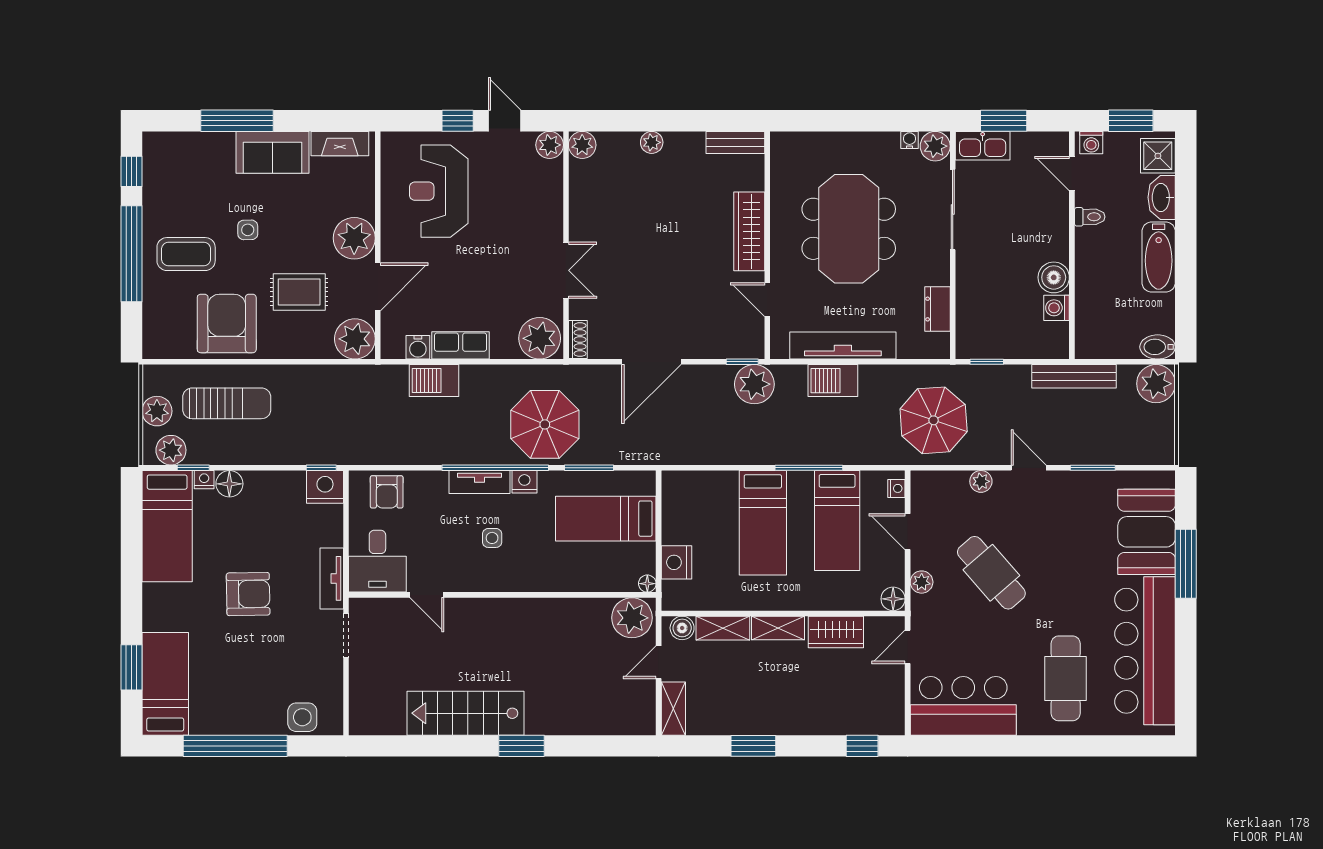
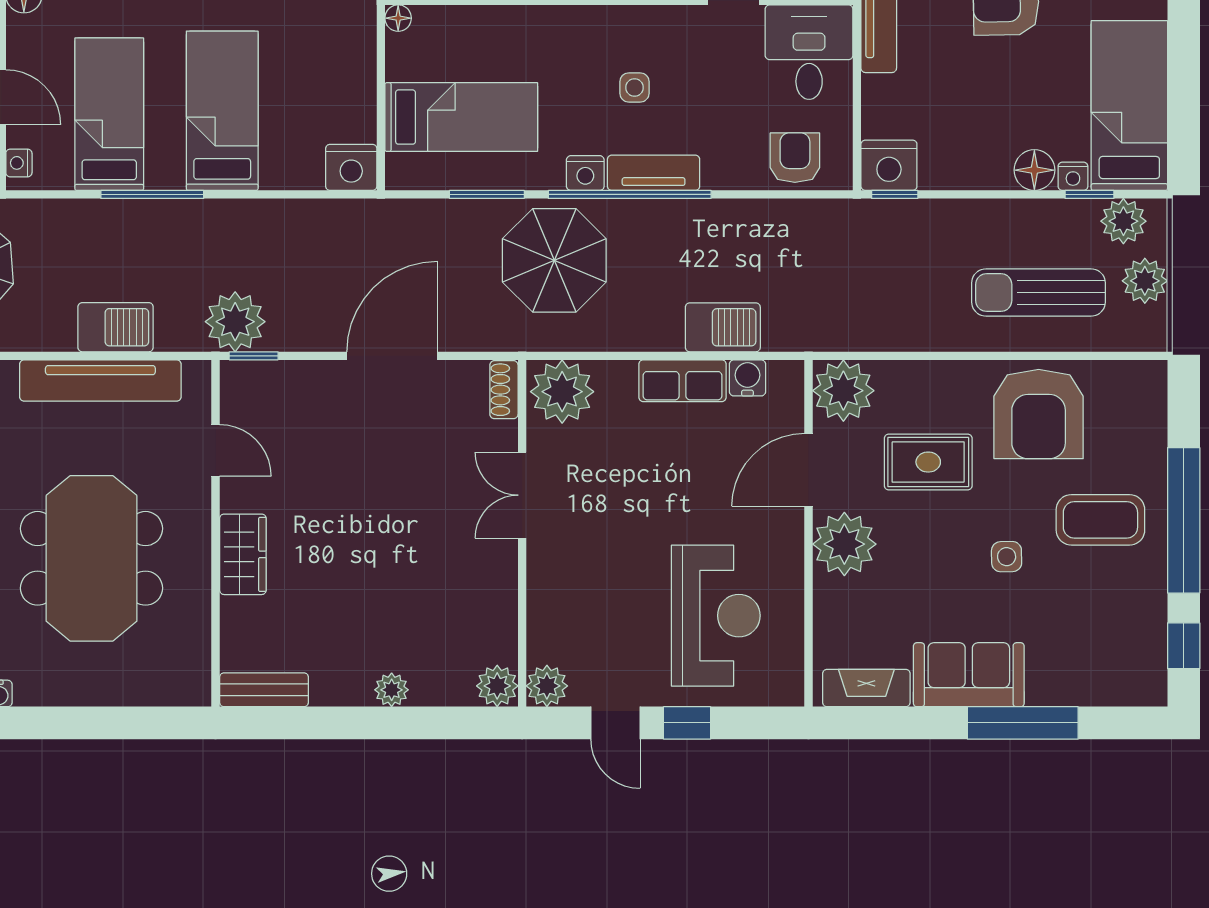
wardrobe: (749, 231) -> (243, 554), width x0.67
nightstand: (676, 562) -> (351, 167), moved, turned 90

